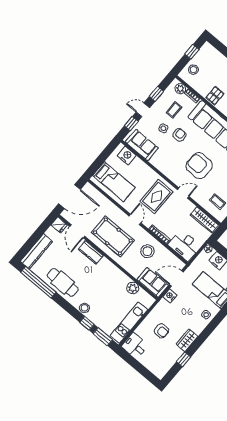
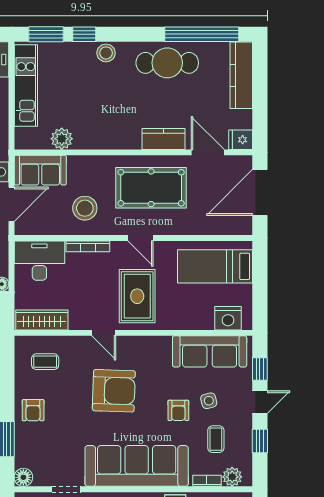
sofa: (142, 145) -> (210, 351), width x1.36
door: (183, 193) -> (104, 333), hinge flipped

